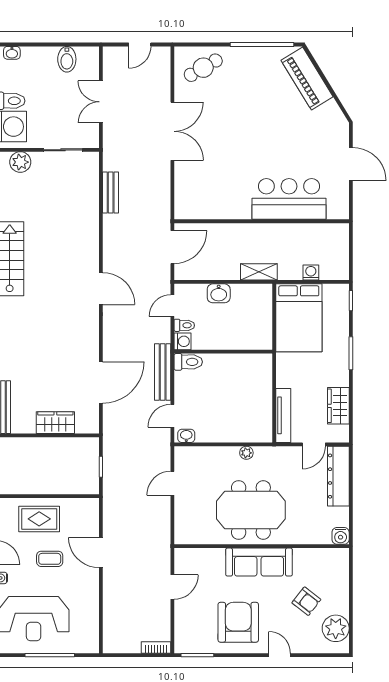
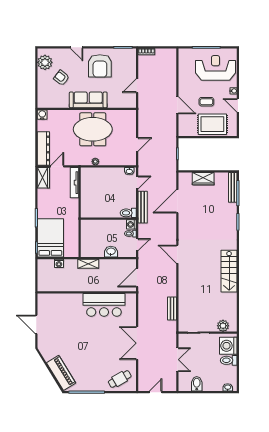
bar counter: (289, 199) -> (104, 305), moved
bed: (299, 318) -> (50, 238), moved
wardrobe: (338, 406) -> (43, 178), moved
rug: (39, 519) -> (212, 124), width x1.36, depth x1.43

